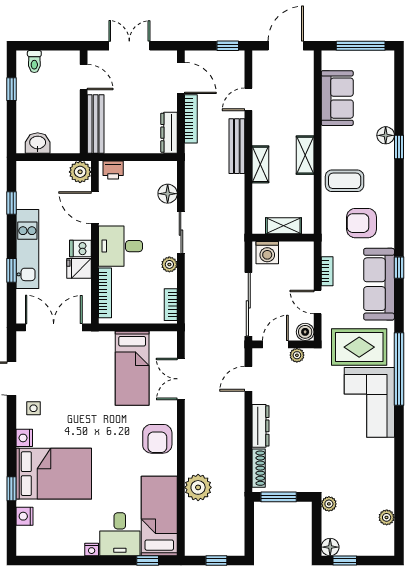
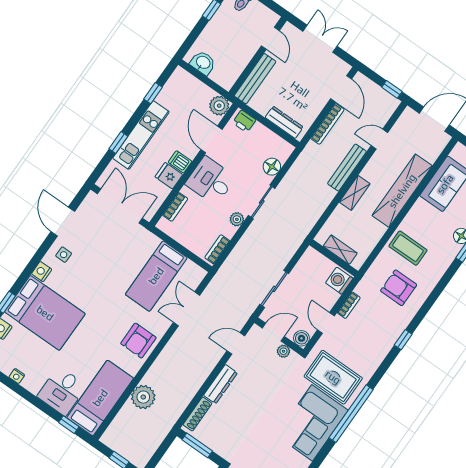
dresser: (169, 133) -> (284, 122), moved, turned 90
shelving: (305, 155) -> (402, 191), width x2.20, depth x1.33
washing machine: (267, 253) -> (339, 281), moved, turned 90
sofa: (379, 284) -> (380, 341), removed
bookcase: (105, 293) -> (175, 207), width x0.64
sliding door: (248, 304) -> (274, 289), width x0.73
nightstand: (92, 550) -> (17, 376), moved

